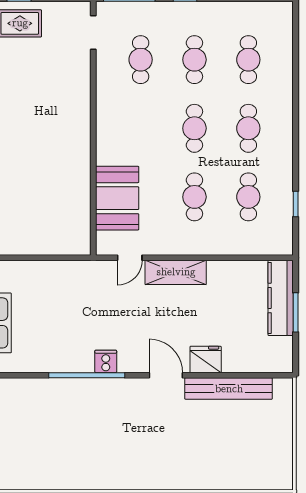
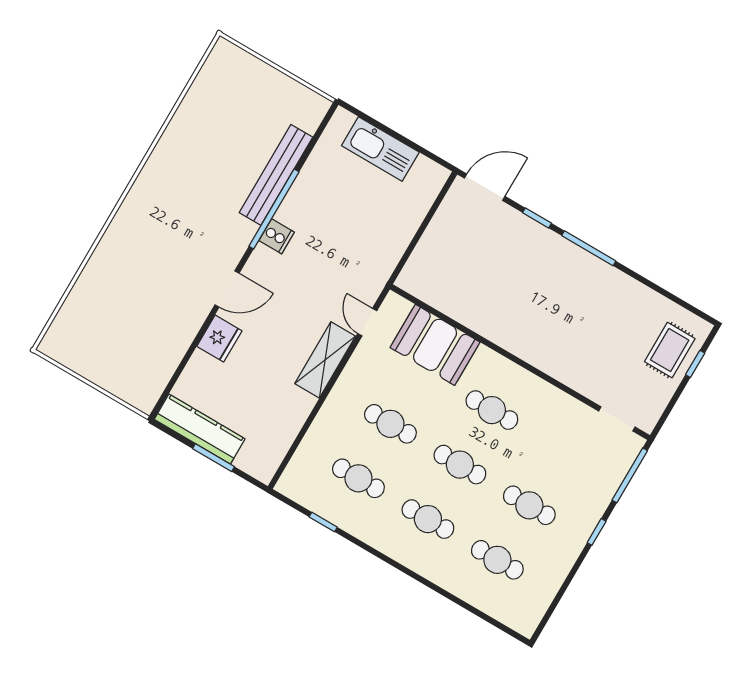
cafe table: (141, 60) -> (492, 410), moved
kitchen counter: (281, 298) -> (200, 429), moved
bench: (229, 389) -> (276, 175), moved

